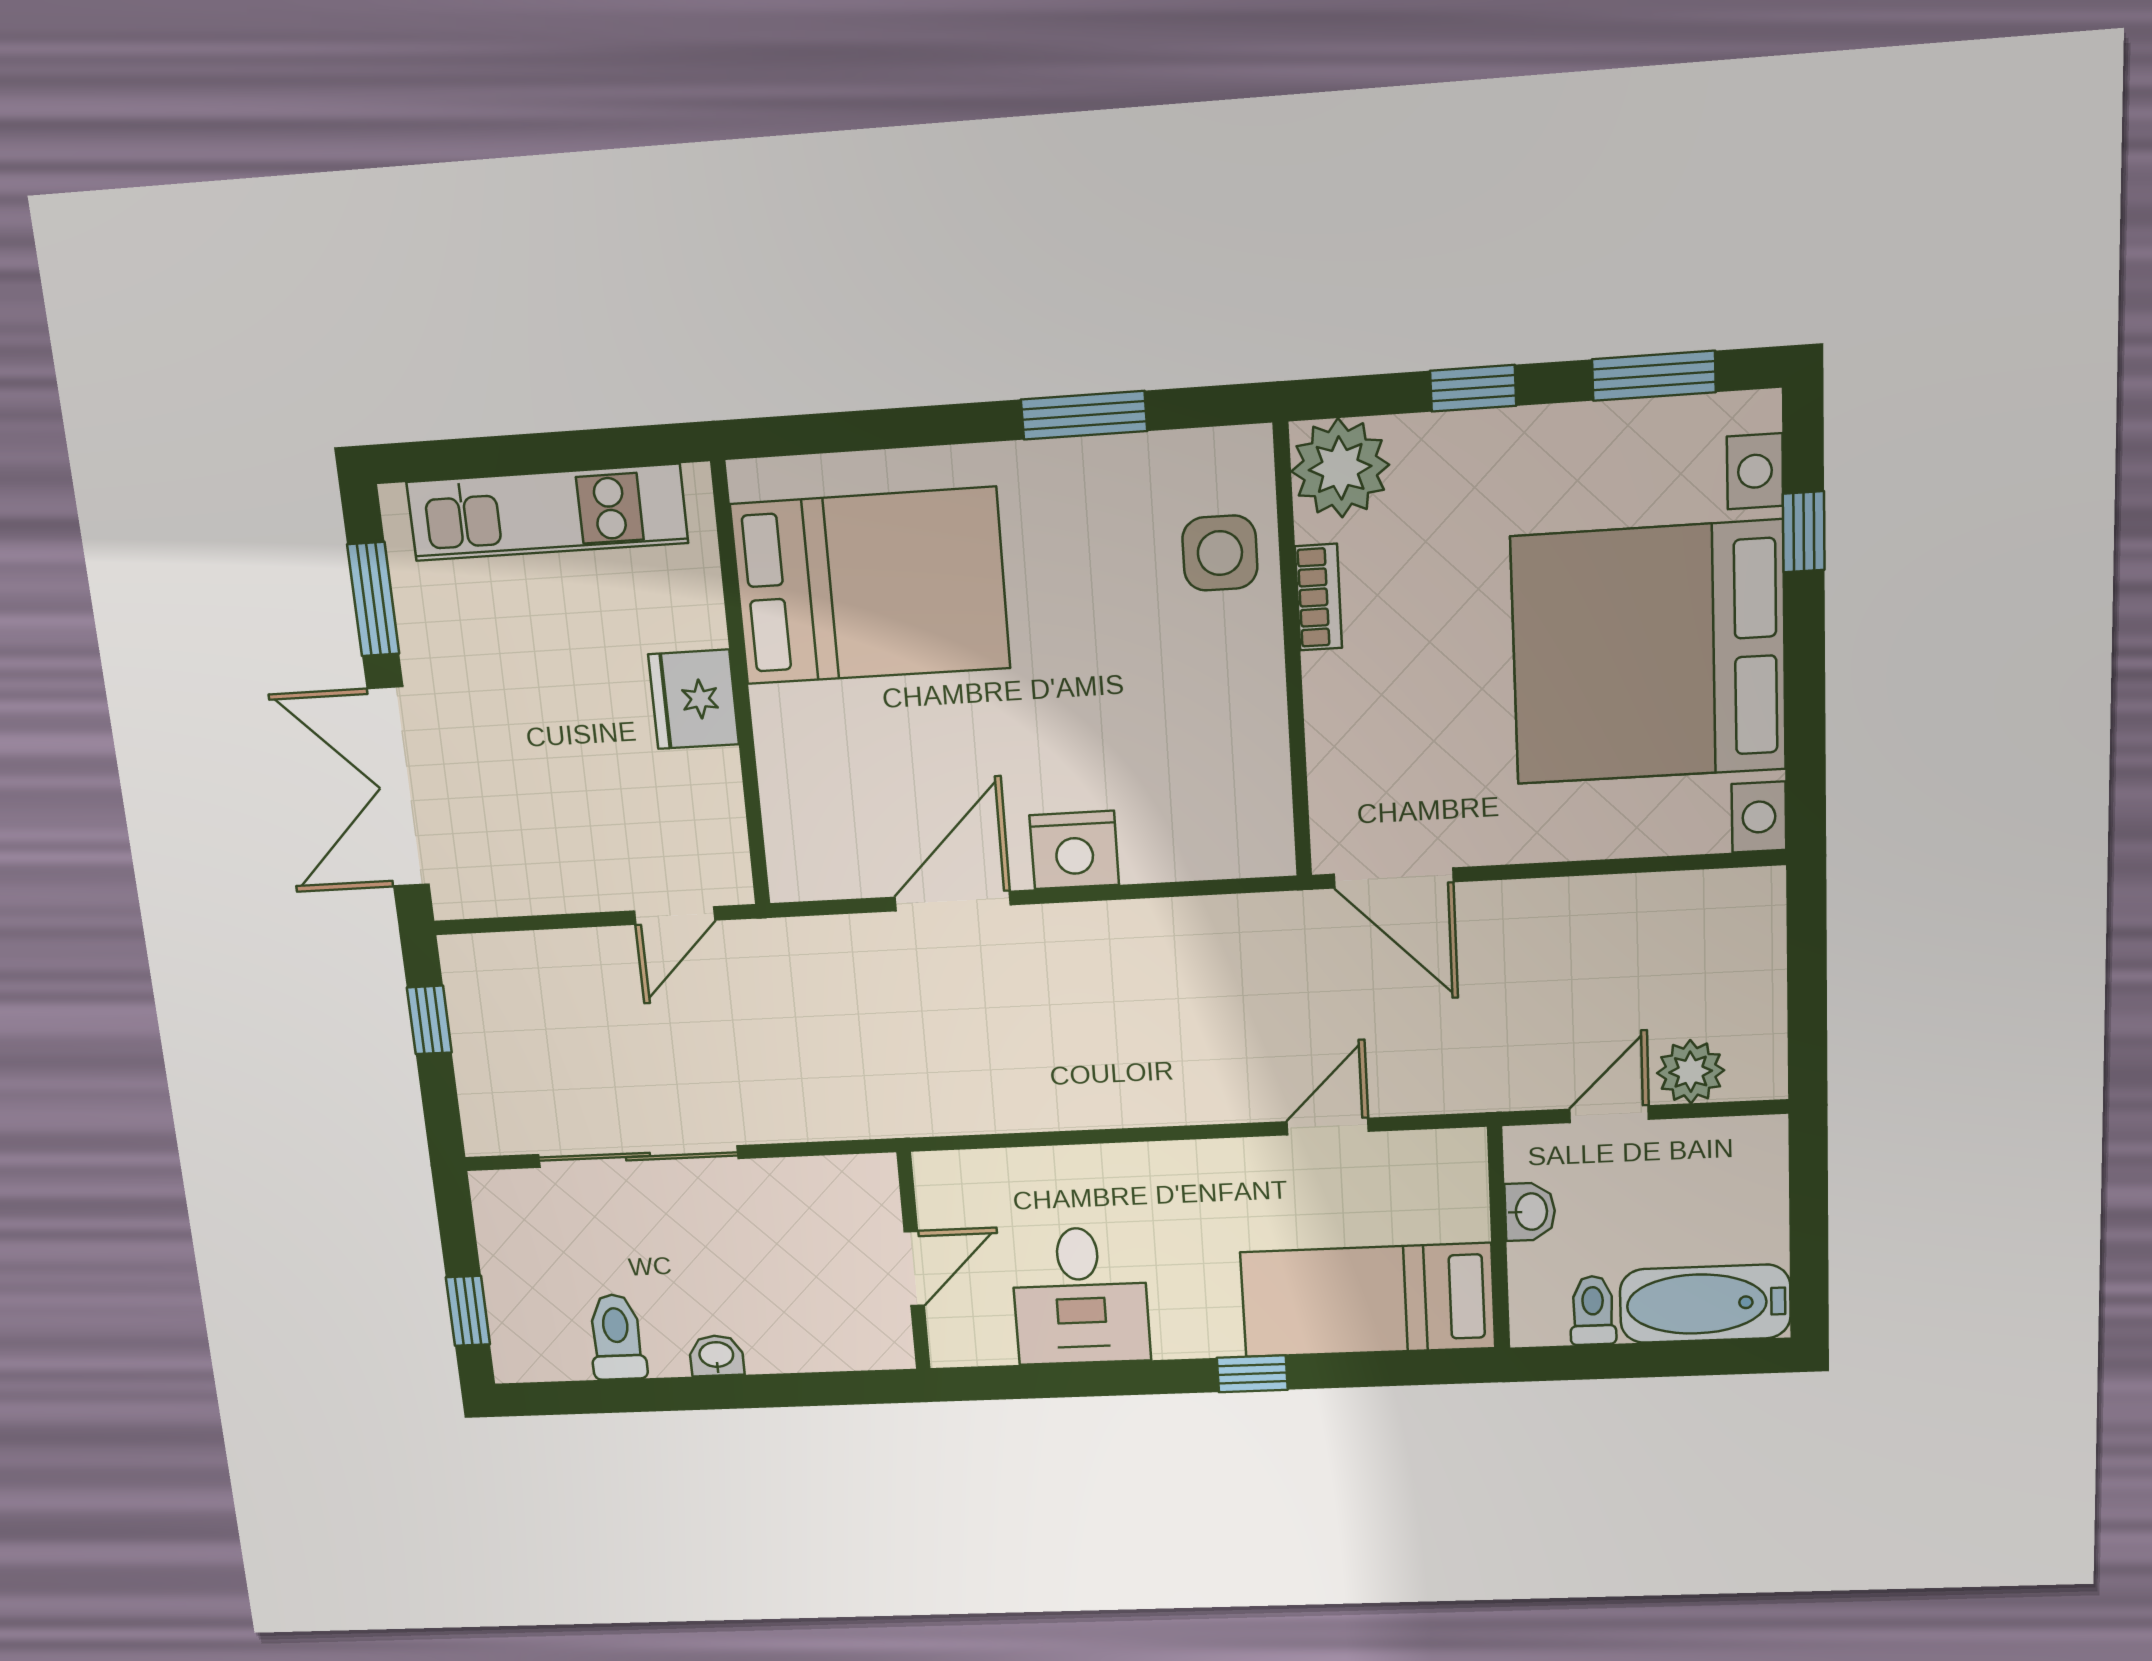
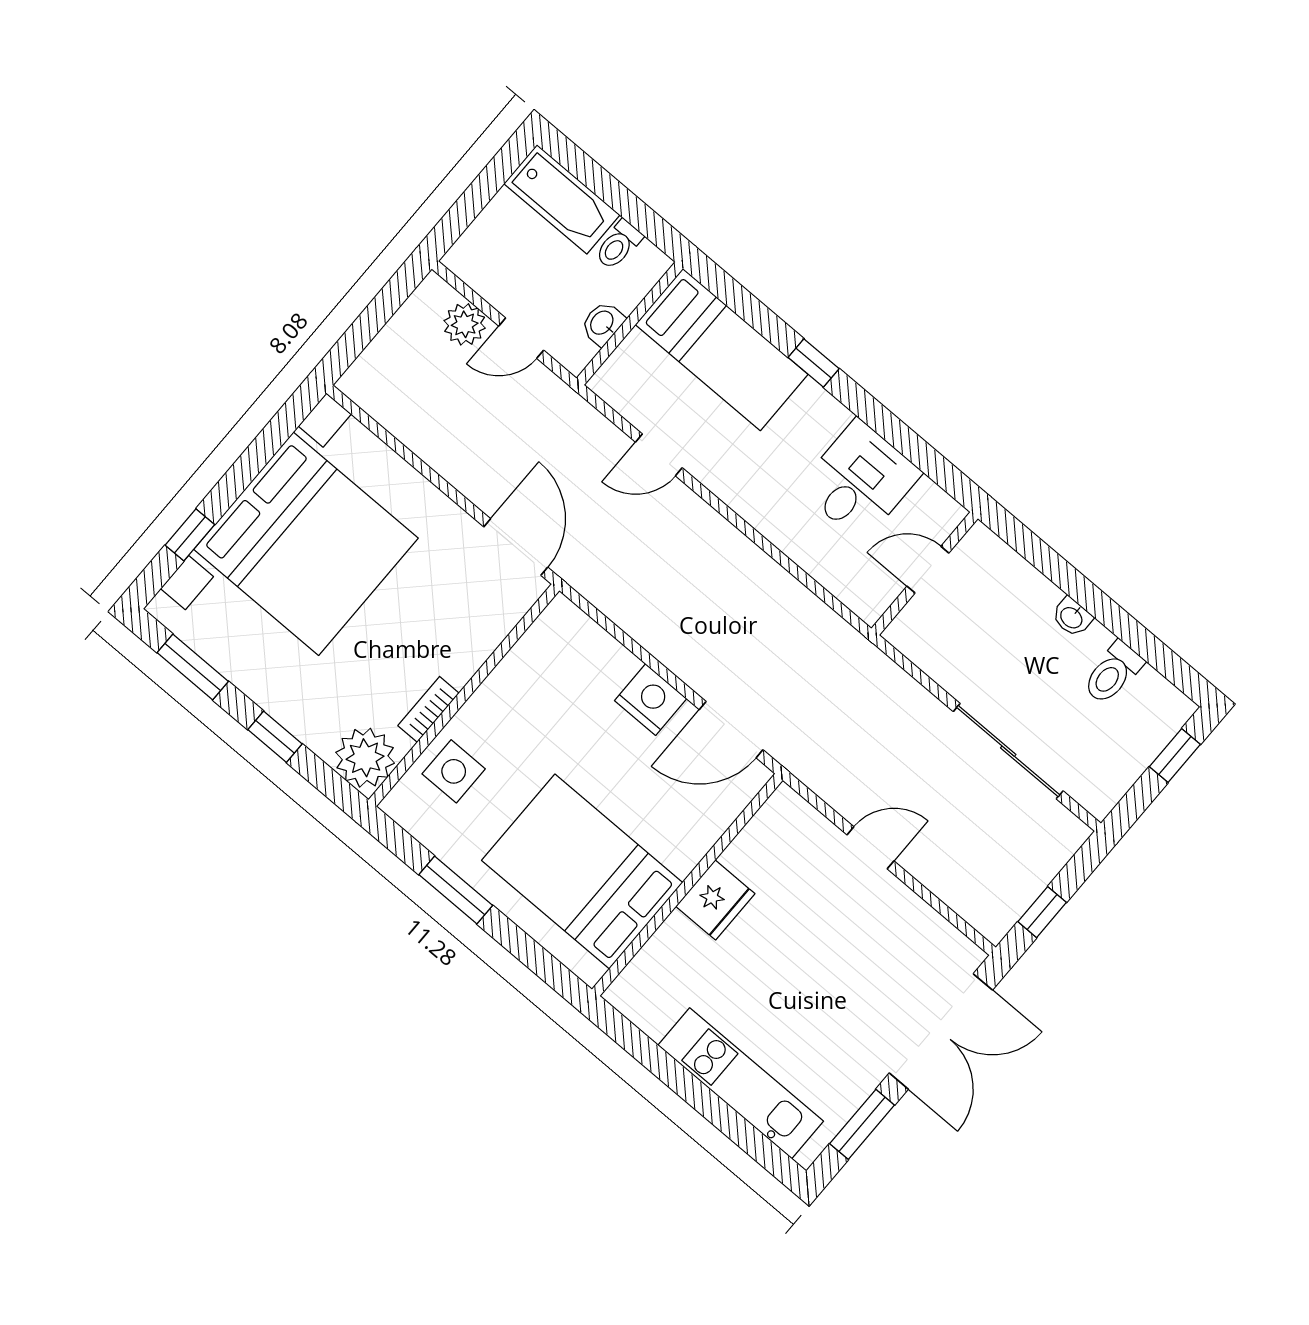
bed: (870, 586) -> (582, 871), moved
wall: (741, 686) -> (687, 885), moved
fridge: (694, 699) -> (715, 900), moved

